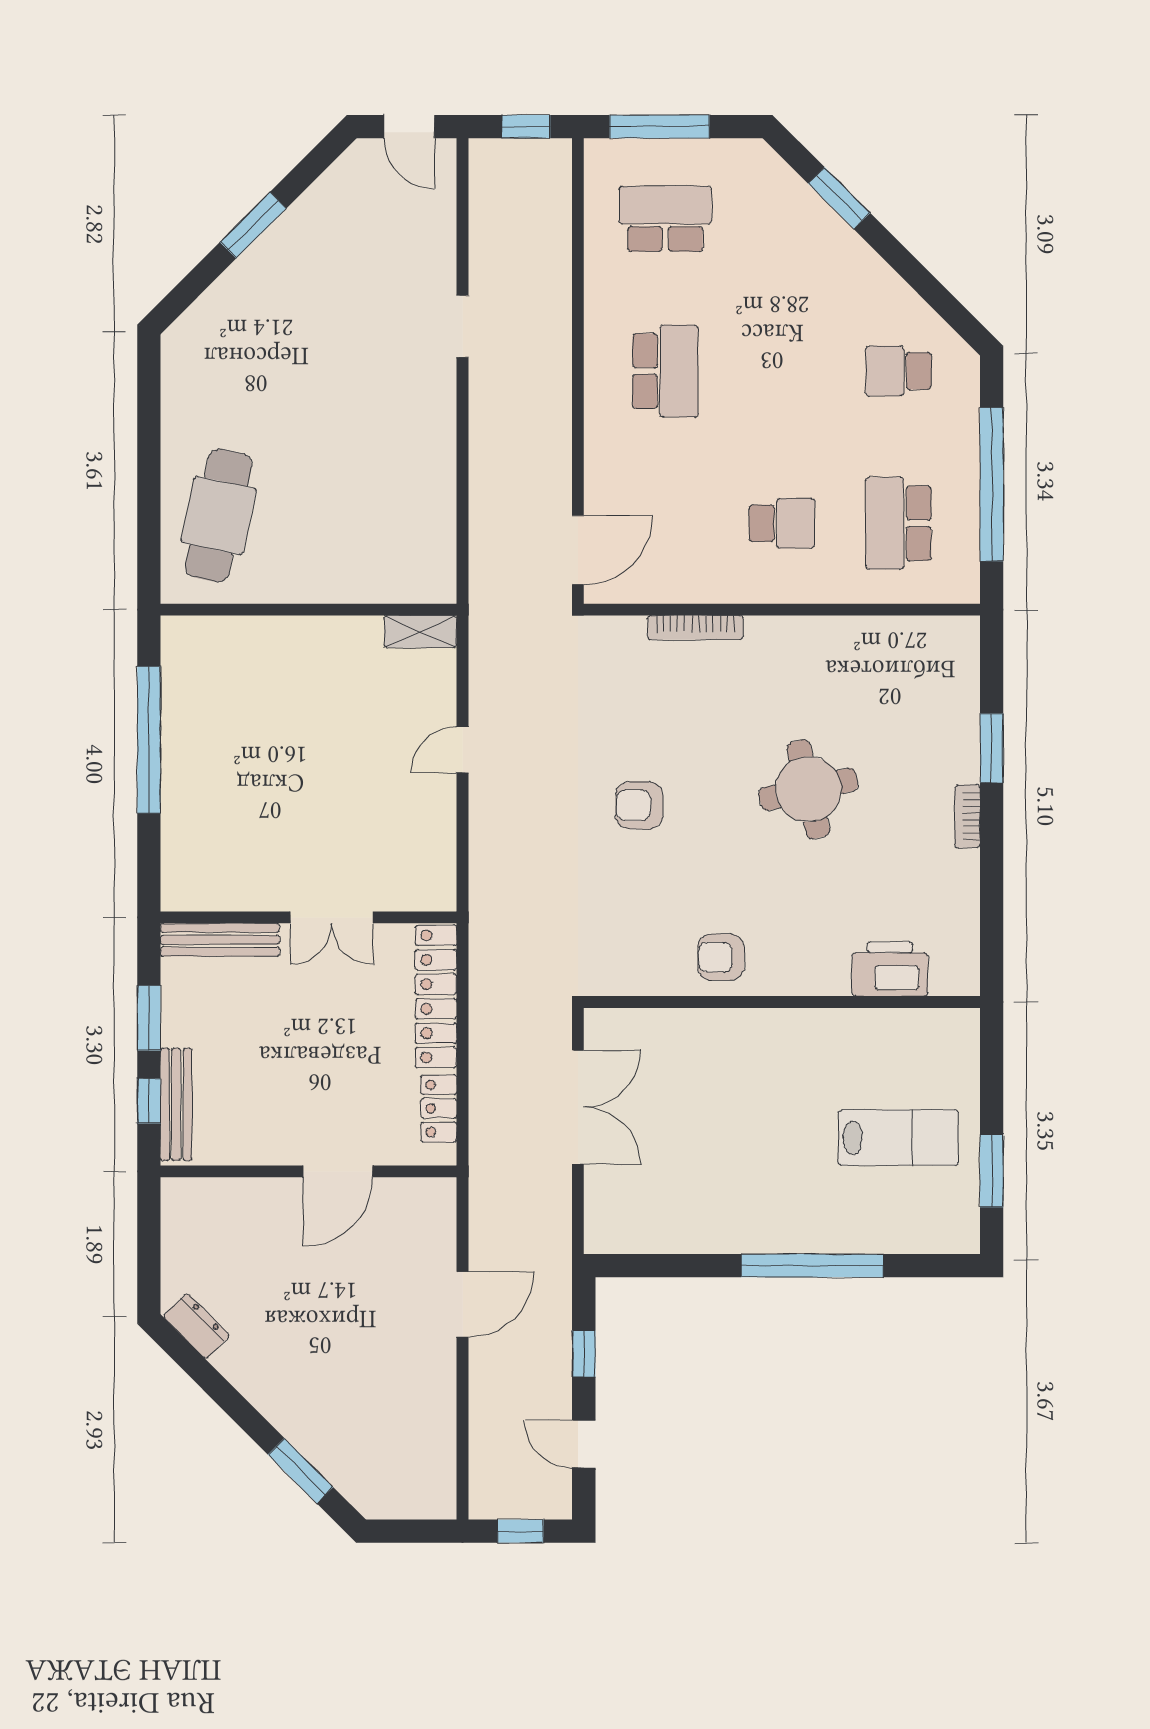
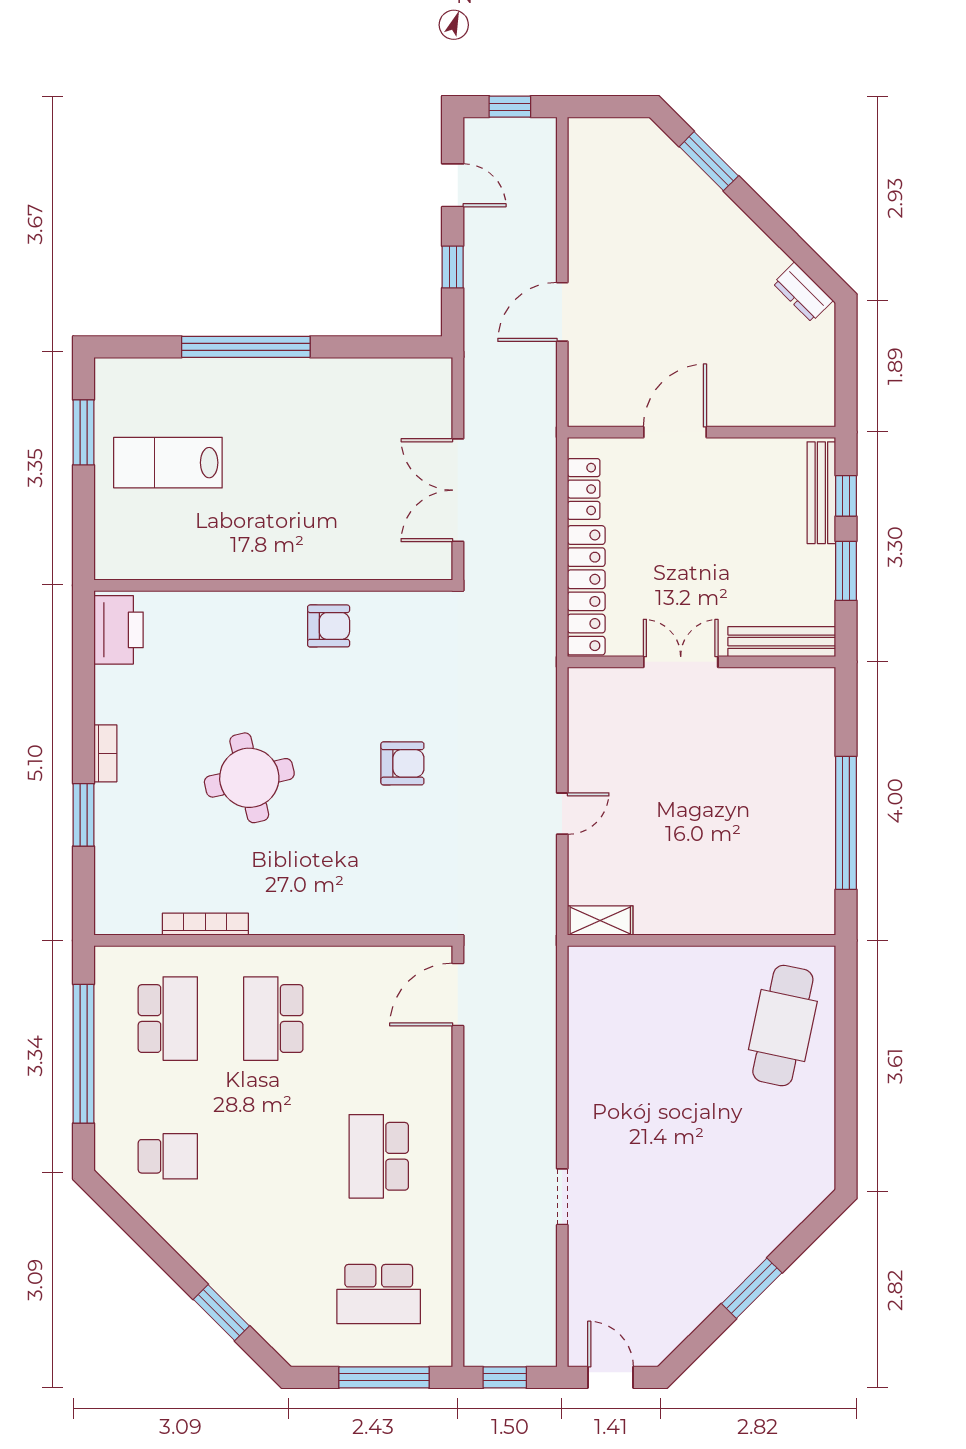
school desk: (782, 523) -> (273, 1019), width x1.85
bookcase: (695, 628) -> (205, 924), moved
printer: (890, 969) -> (119, 630), moved, turned -90

